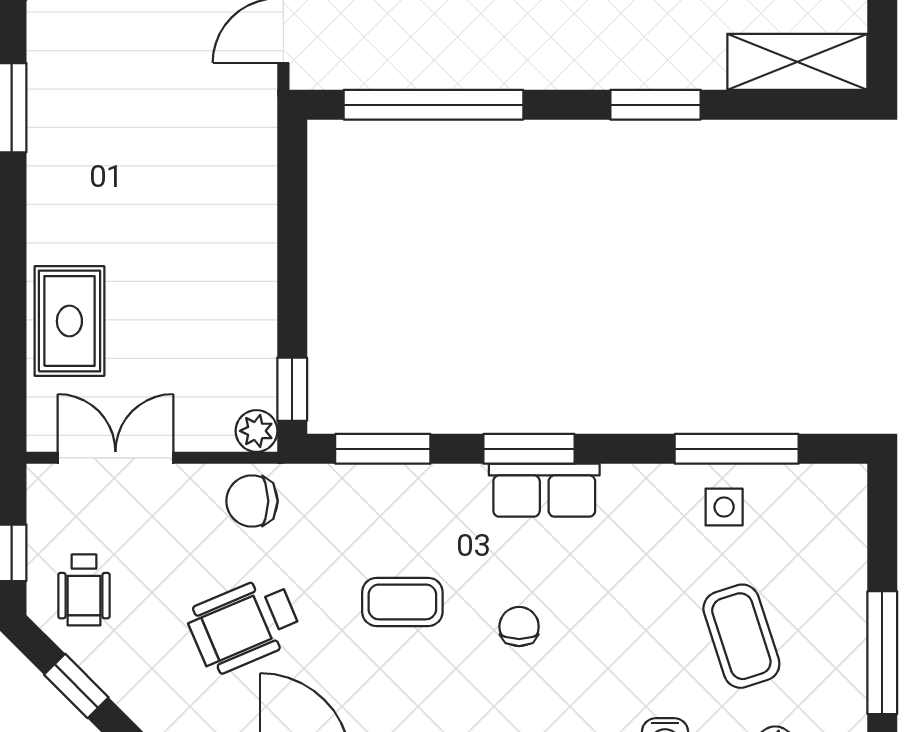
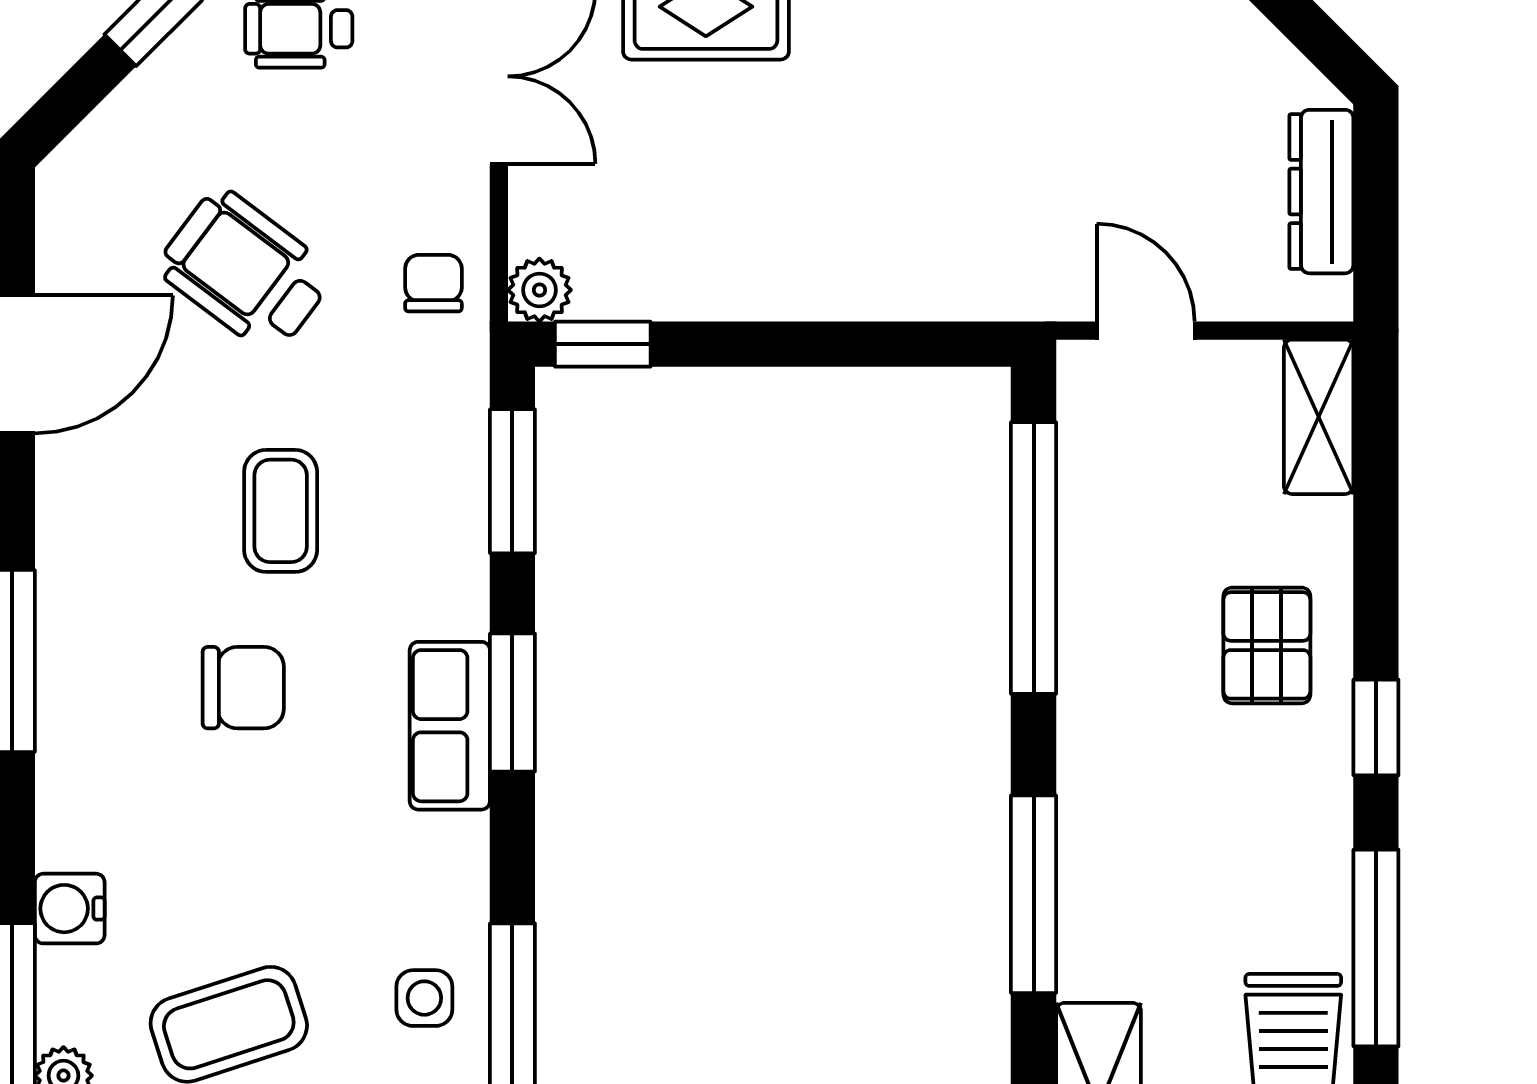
window: (655, 105) -> (1034, 894), width x1.44
chair: (252, 501) -> (433, 283), width x0.73, depth x0.73
wheelchair: (244, 625) -> (246, 271), turned -30
chair: (519, 627) -> (243, 688), width x1.37, depth x1.37

